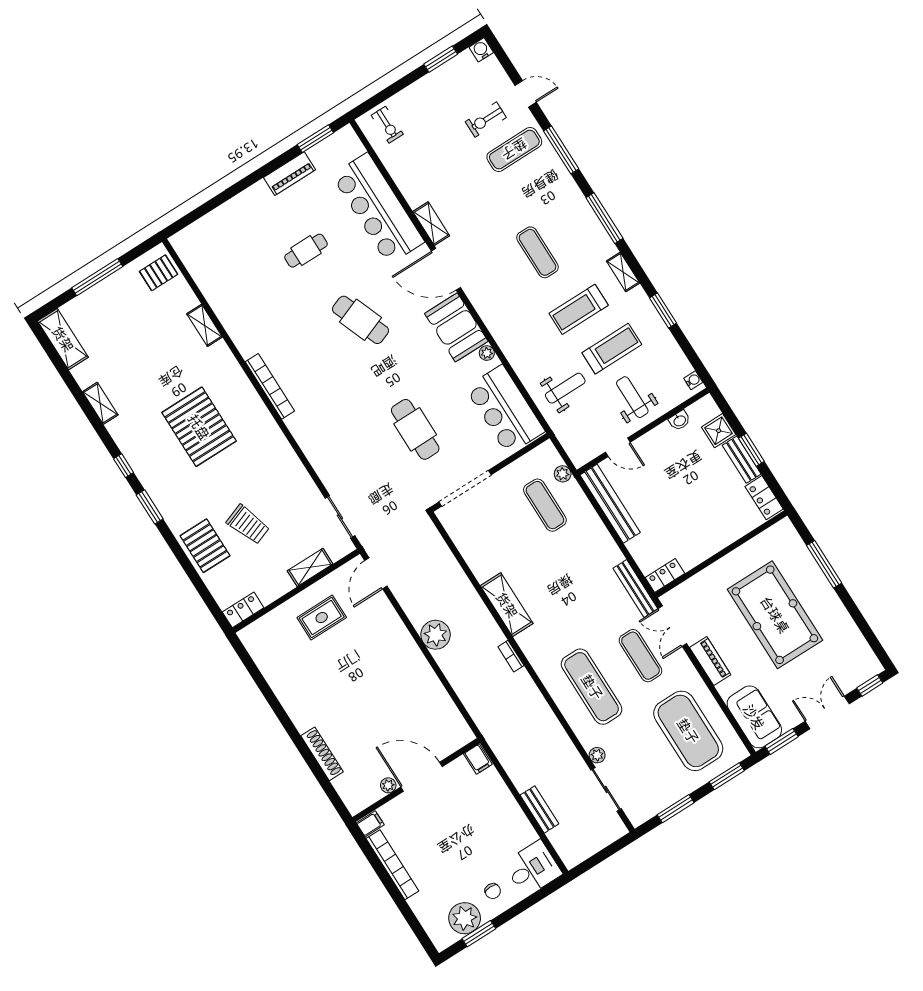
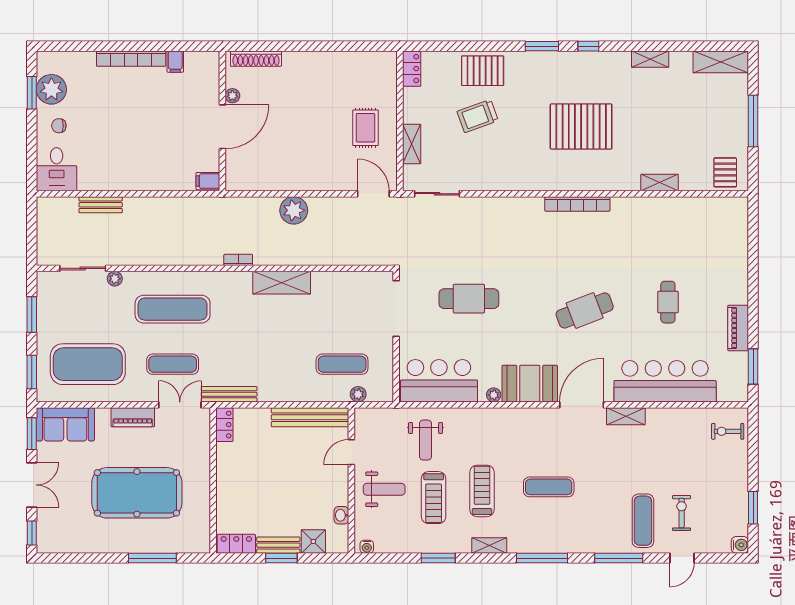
filing cabinet: (478, 759) -> (208, 181), moved
door: (422, 777) -> (222, 127), moved
wall: (416, 780) -> (222, 121), moved
plant: (388, 785) -> (232, 96), moved

